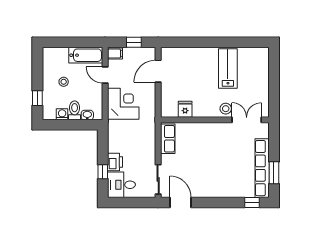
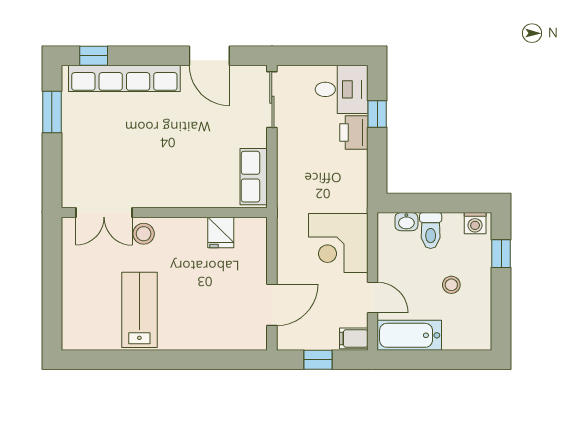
lab bench: (228, 69) -> (139, 310), turned 180
washing machine: (62, 114) -> (475, 223), moved
row of seats: (262, 168) -> (124, 78), moved, turned 90
door: (181, 202) -> (209, 56), moved

